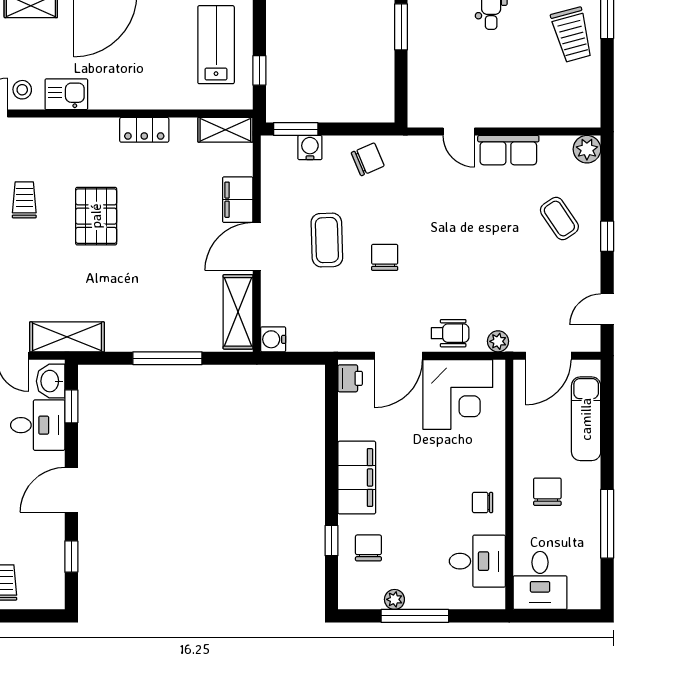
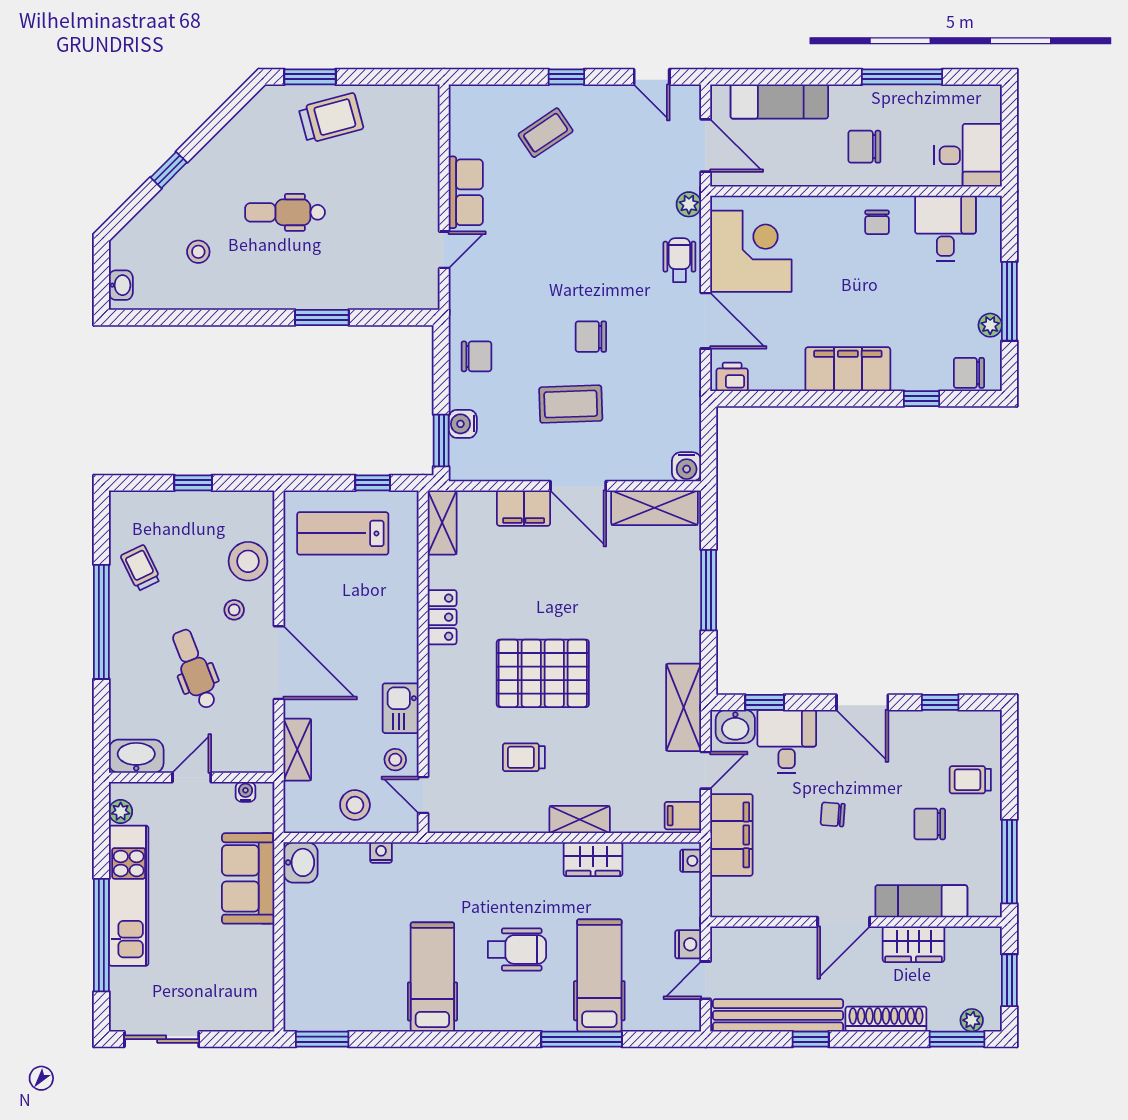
plant: (587, 149) -> (465, 101), removed
chair: (368, 159) -> (476, 356), turned 113
pallet: (96, 216) -> (543, 673), width x1.37, depth x1.41
chair: (368, 548) -> (969, 373), moved

